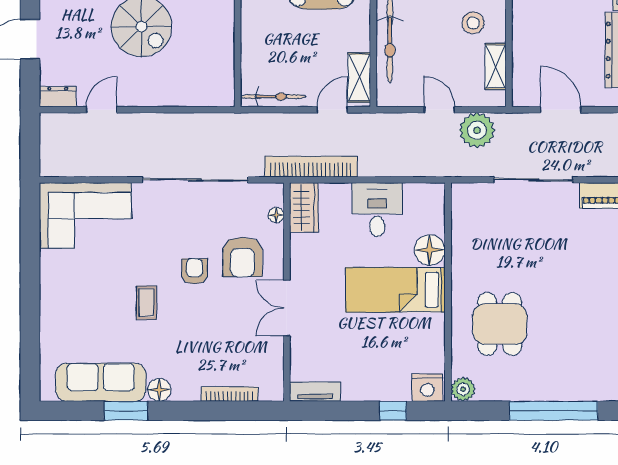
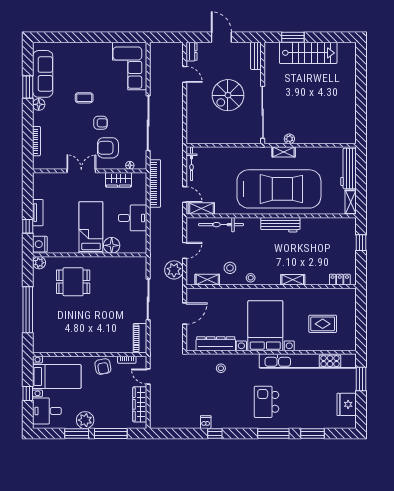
wardrobe: (304, 207) -> (118, 180), moved
tv unit: (315, 392) -> (38, 213), moved

